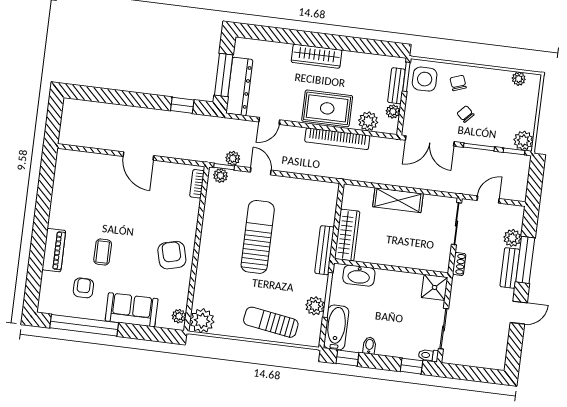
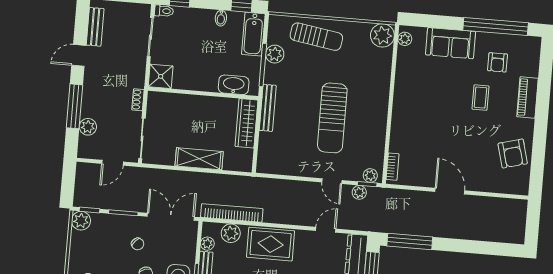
window: (182, 105) -> (410, 241), width x2.17
bookcase: (337, 139) -> (232, 213), moved
armchair: (172, 255) -> (513, 154), moved
bench: (510, 268) -> (95, 27), moved

